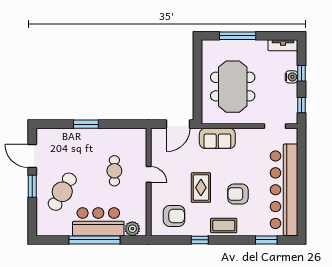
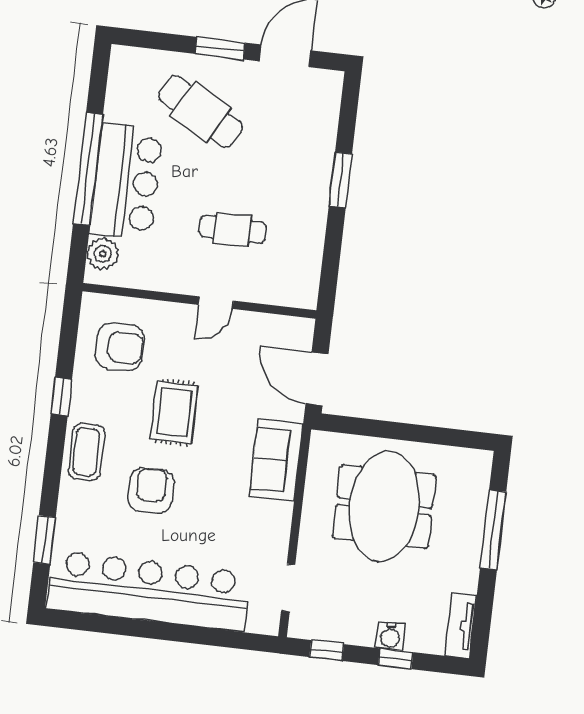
meeting table: (233, 87) -> (384, 506), turned 90
rug: (201, 188) -> (174, 412), turned 90
armchair: (174, 216) -> (120, 347), turned -90

